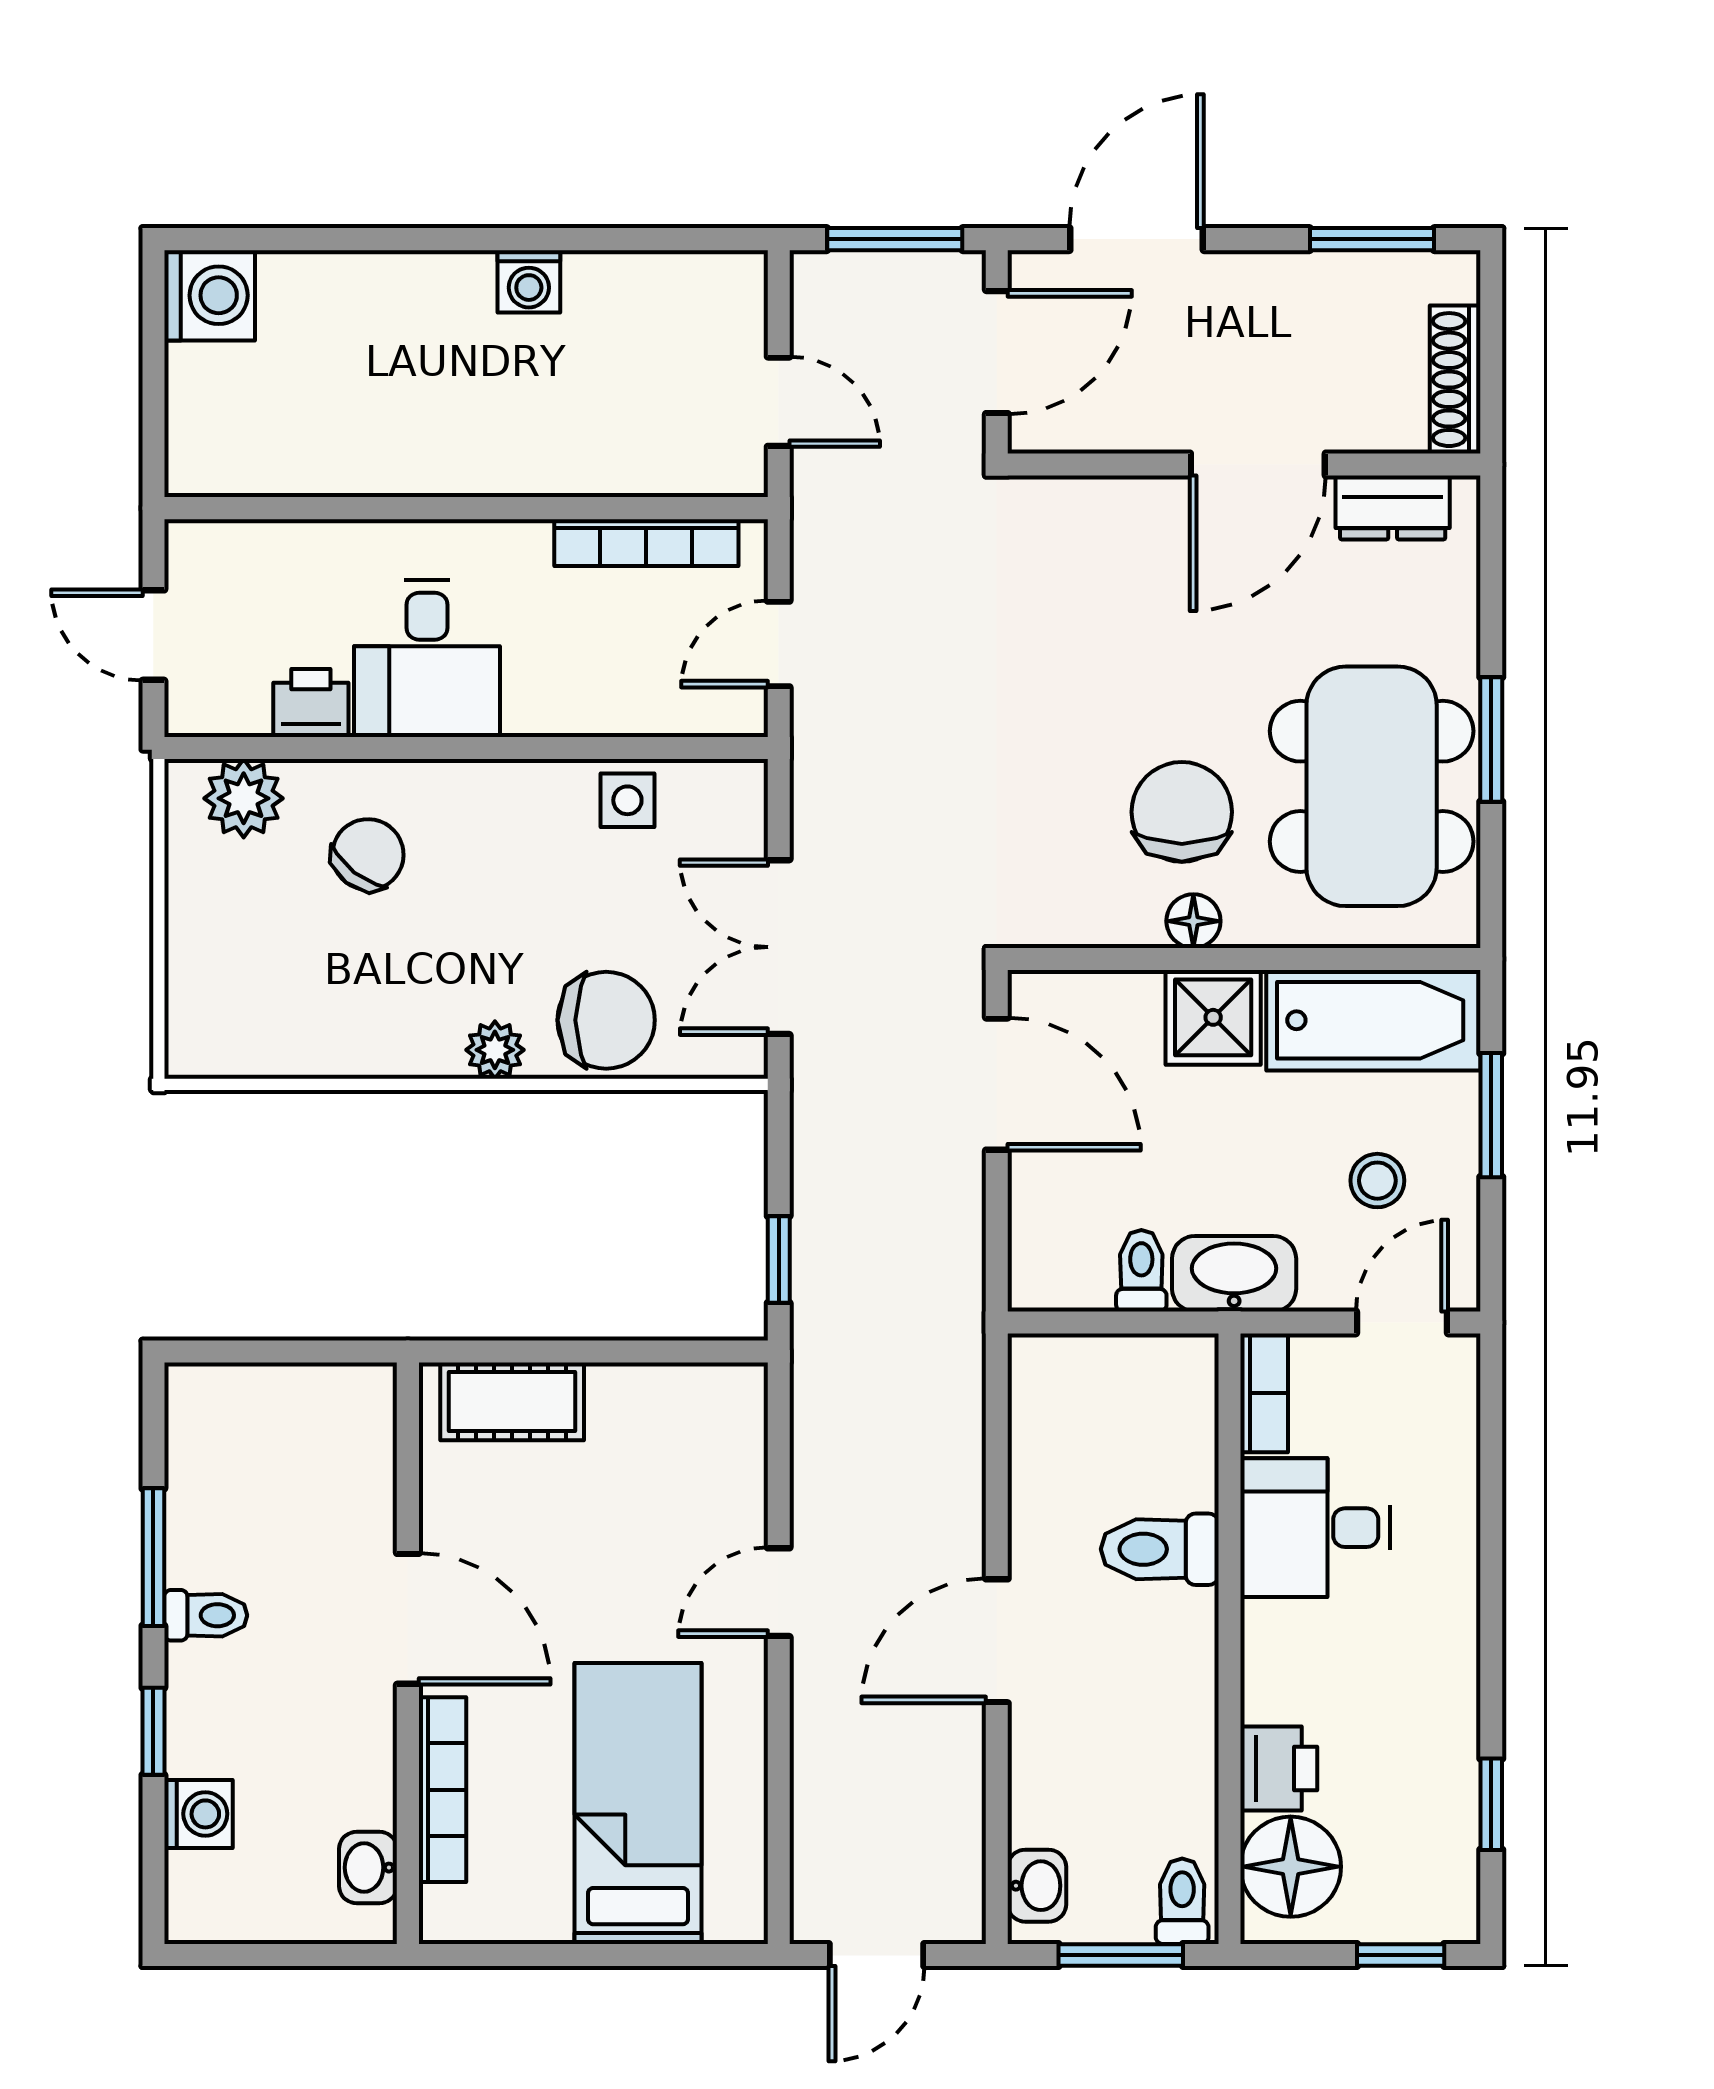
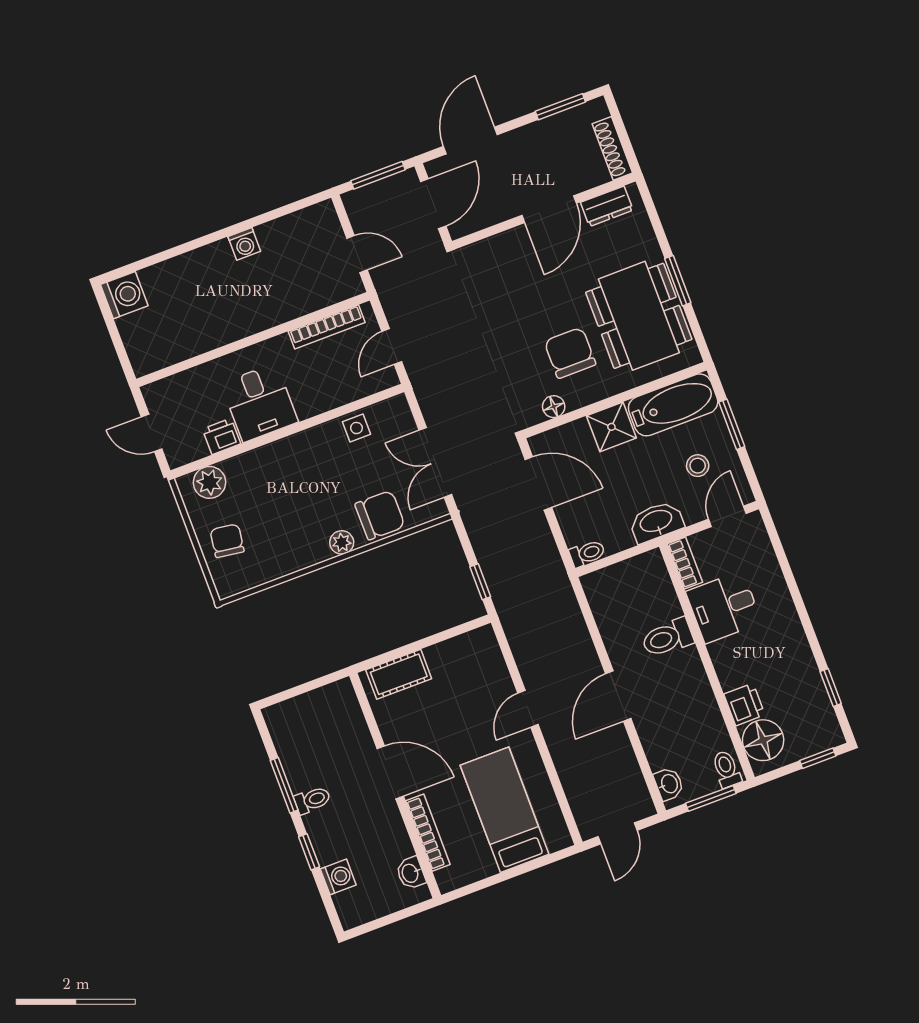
chair: (368, 855) -> (227, 541), moved, turned -30
floor lamp: (1193, 921) -> (554, 407), moved
toilet: (1141, 1271) -> (587, 553), moved, turned 90

